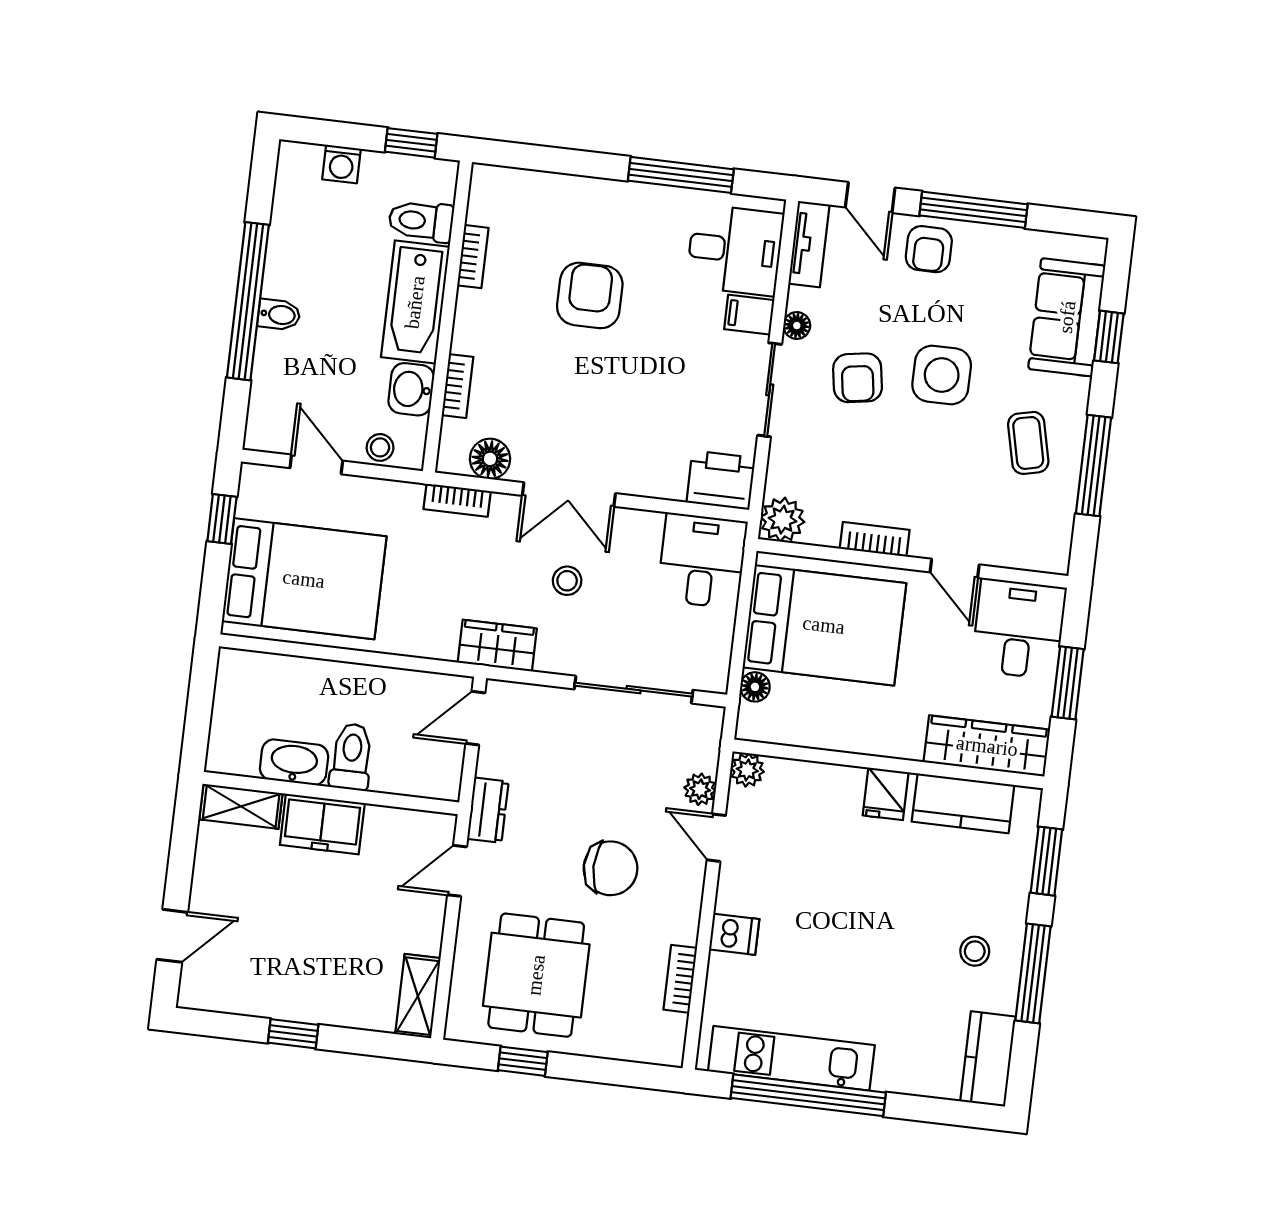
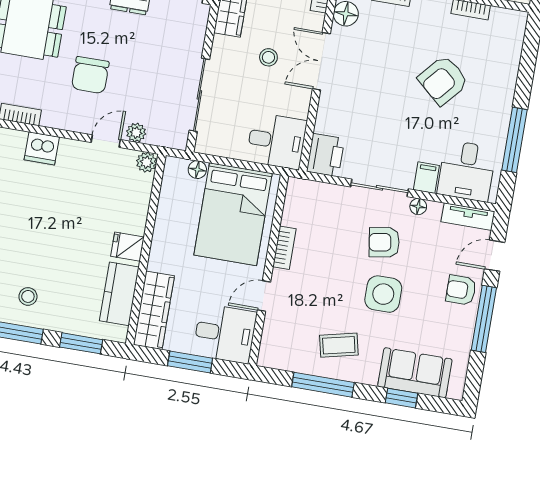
armchair: (590, 295) -> (443, 80), turned 131
plant: (782, 520) -> (299, 192), removed
dishwasher: (734, 934) -> (42, 148), width x1.38

